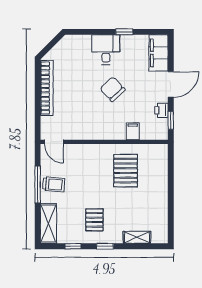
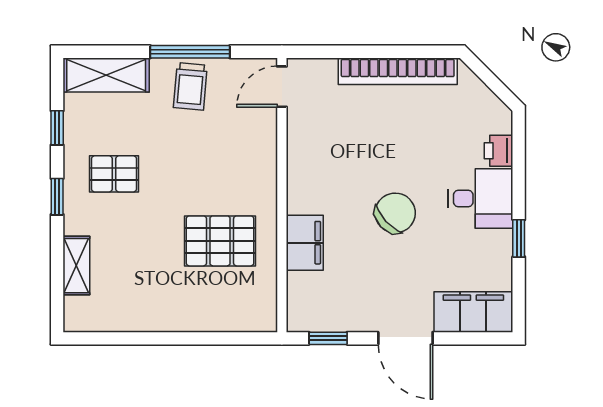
printer: (161, 110) -> (498, 151), moved, turned -90
filing cabinet: (133, 131) -> (305, 243), width x2.00

